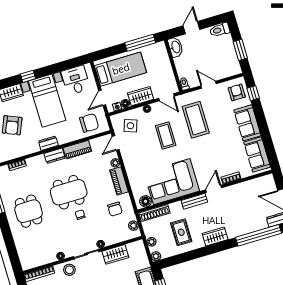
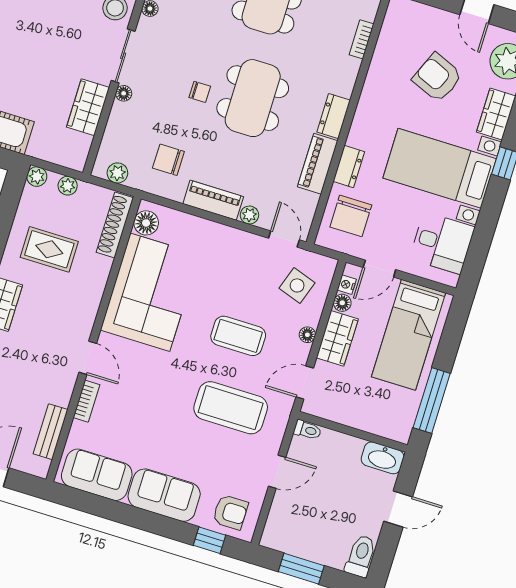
door: (191, 28) -> (398, 509), hinge flipped
door: (102, 98) -> (379, 269), swing flipped
dresser: (48, 143) -> (349, 167), moved
bench: (194, 201) -> (51, 432), moved

